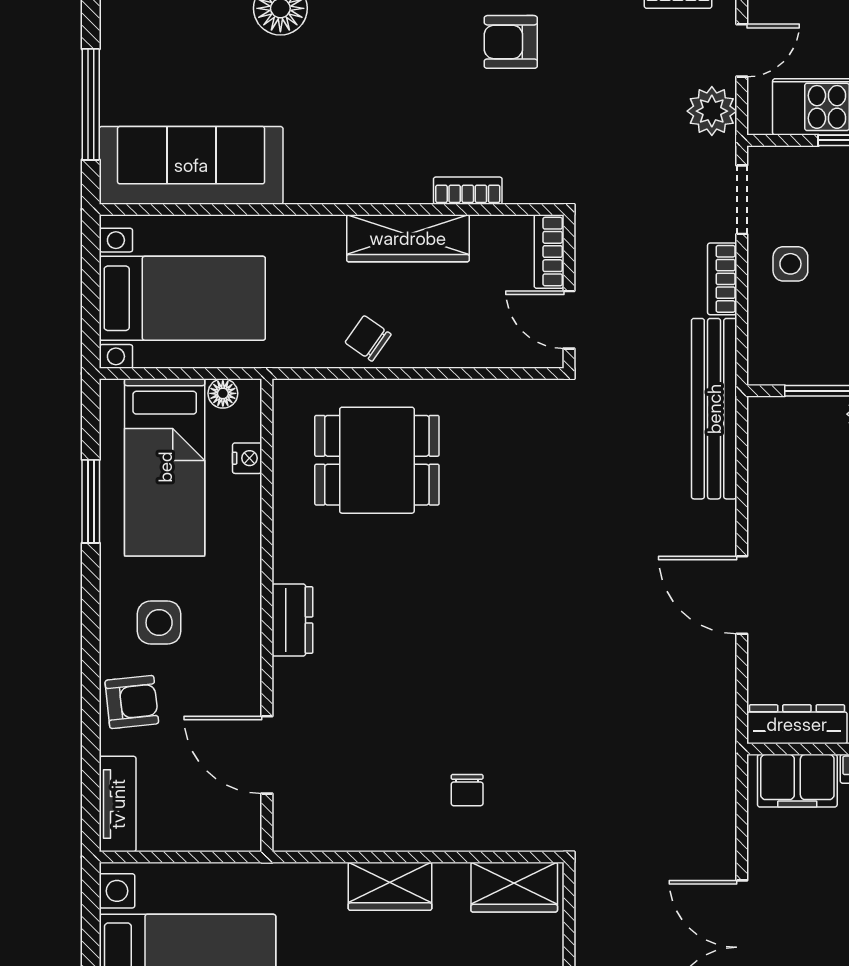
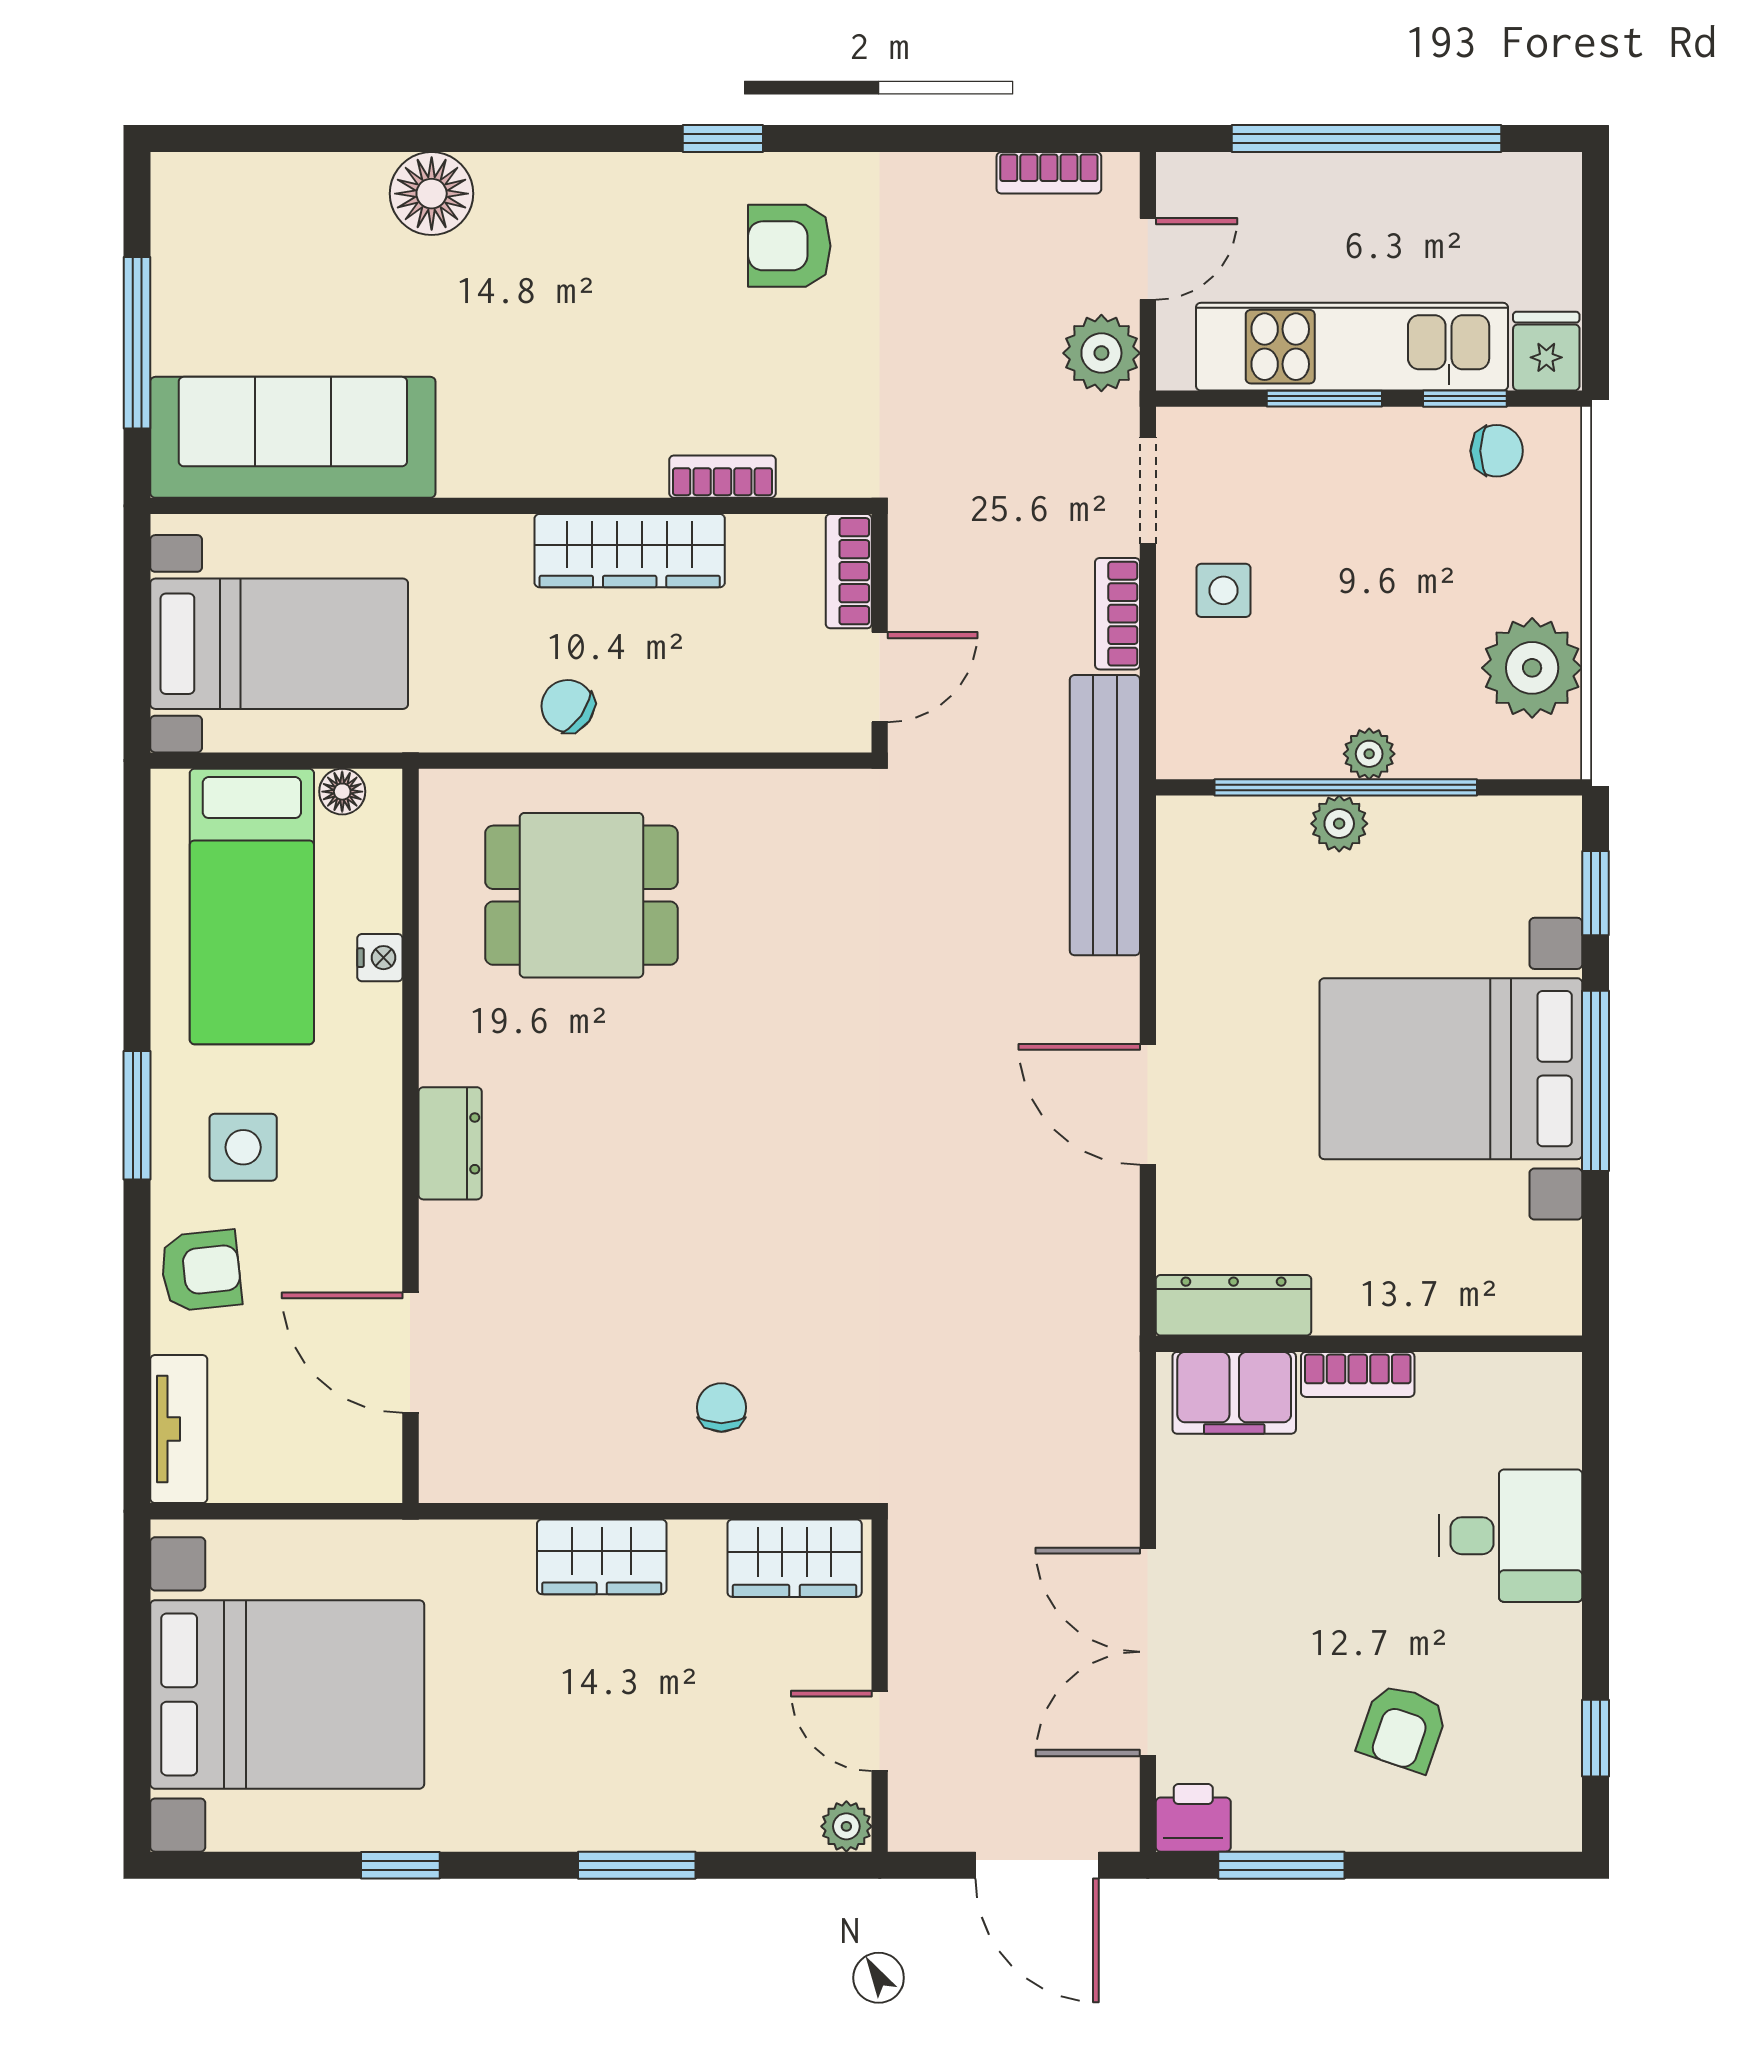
door: (569, 320) -> (880, 677), swing flipped
nightstand: (247, 458) -> (380, 958), moved
window: (91, 501) -> (137, 1115), moved
chair: (467, 790) -> (721, 1407), turned 180

